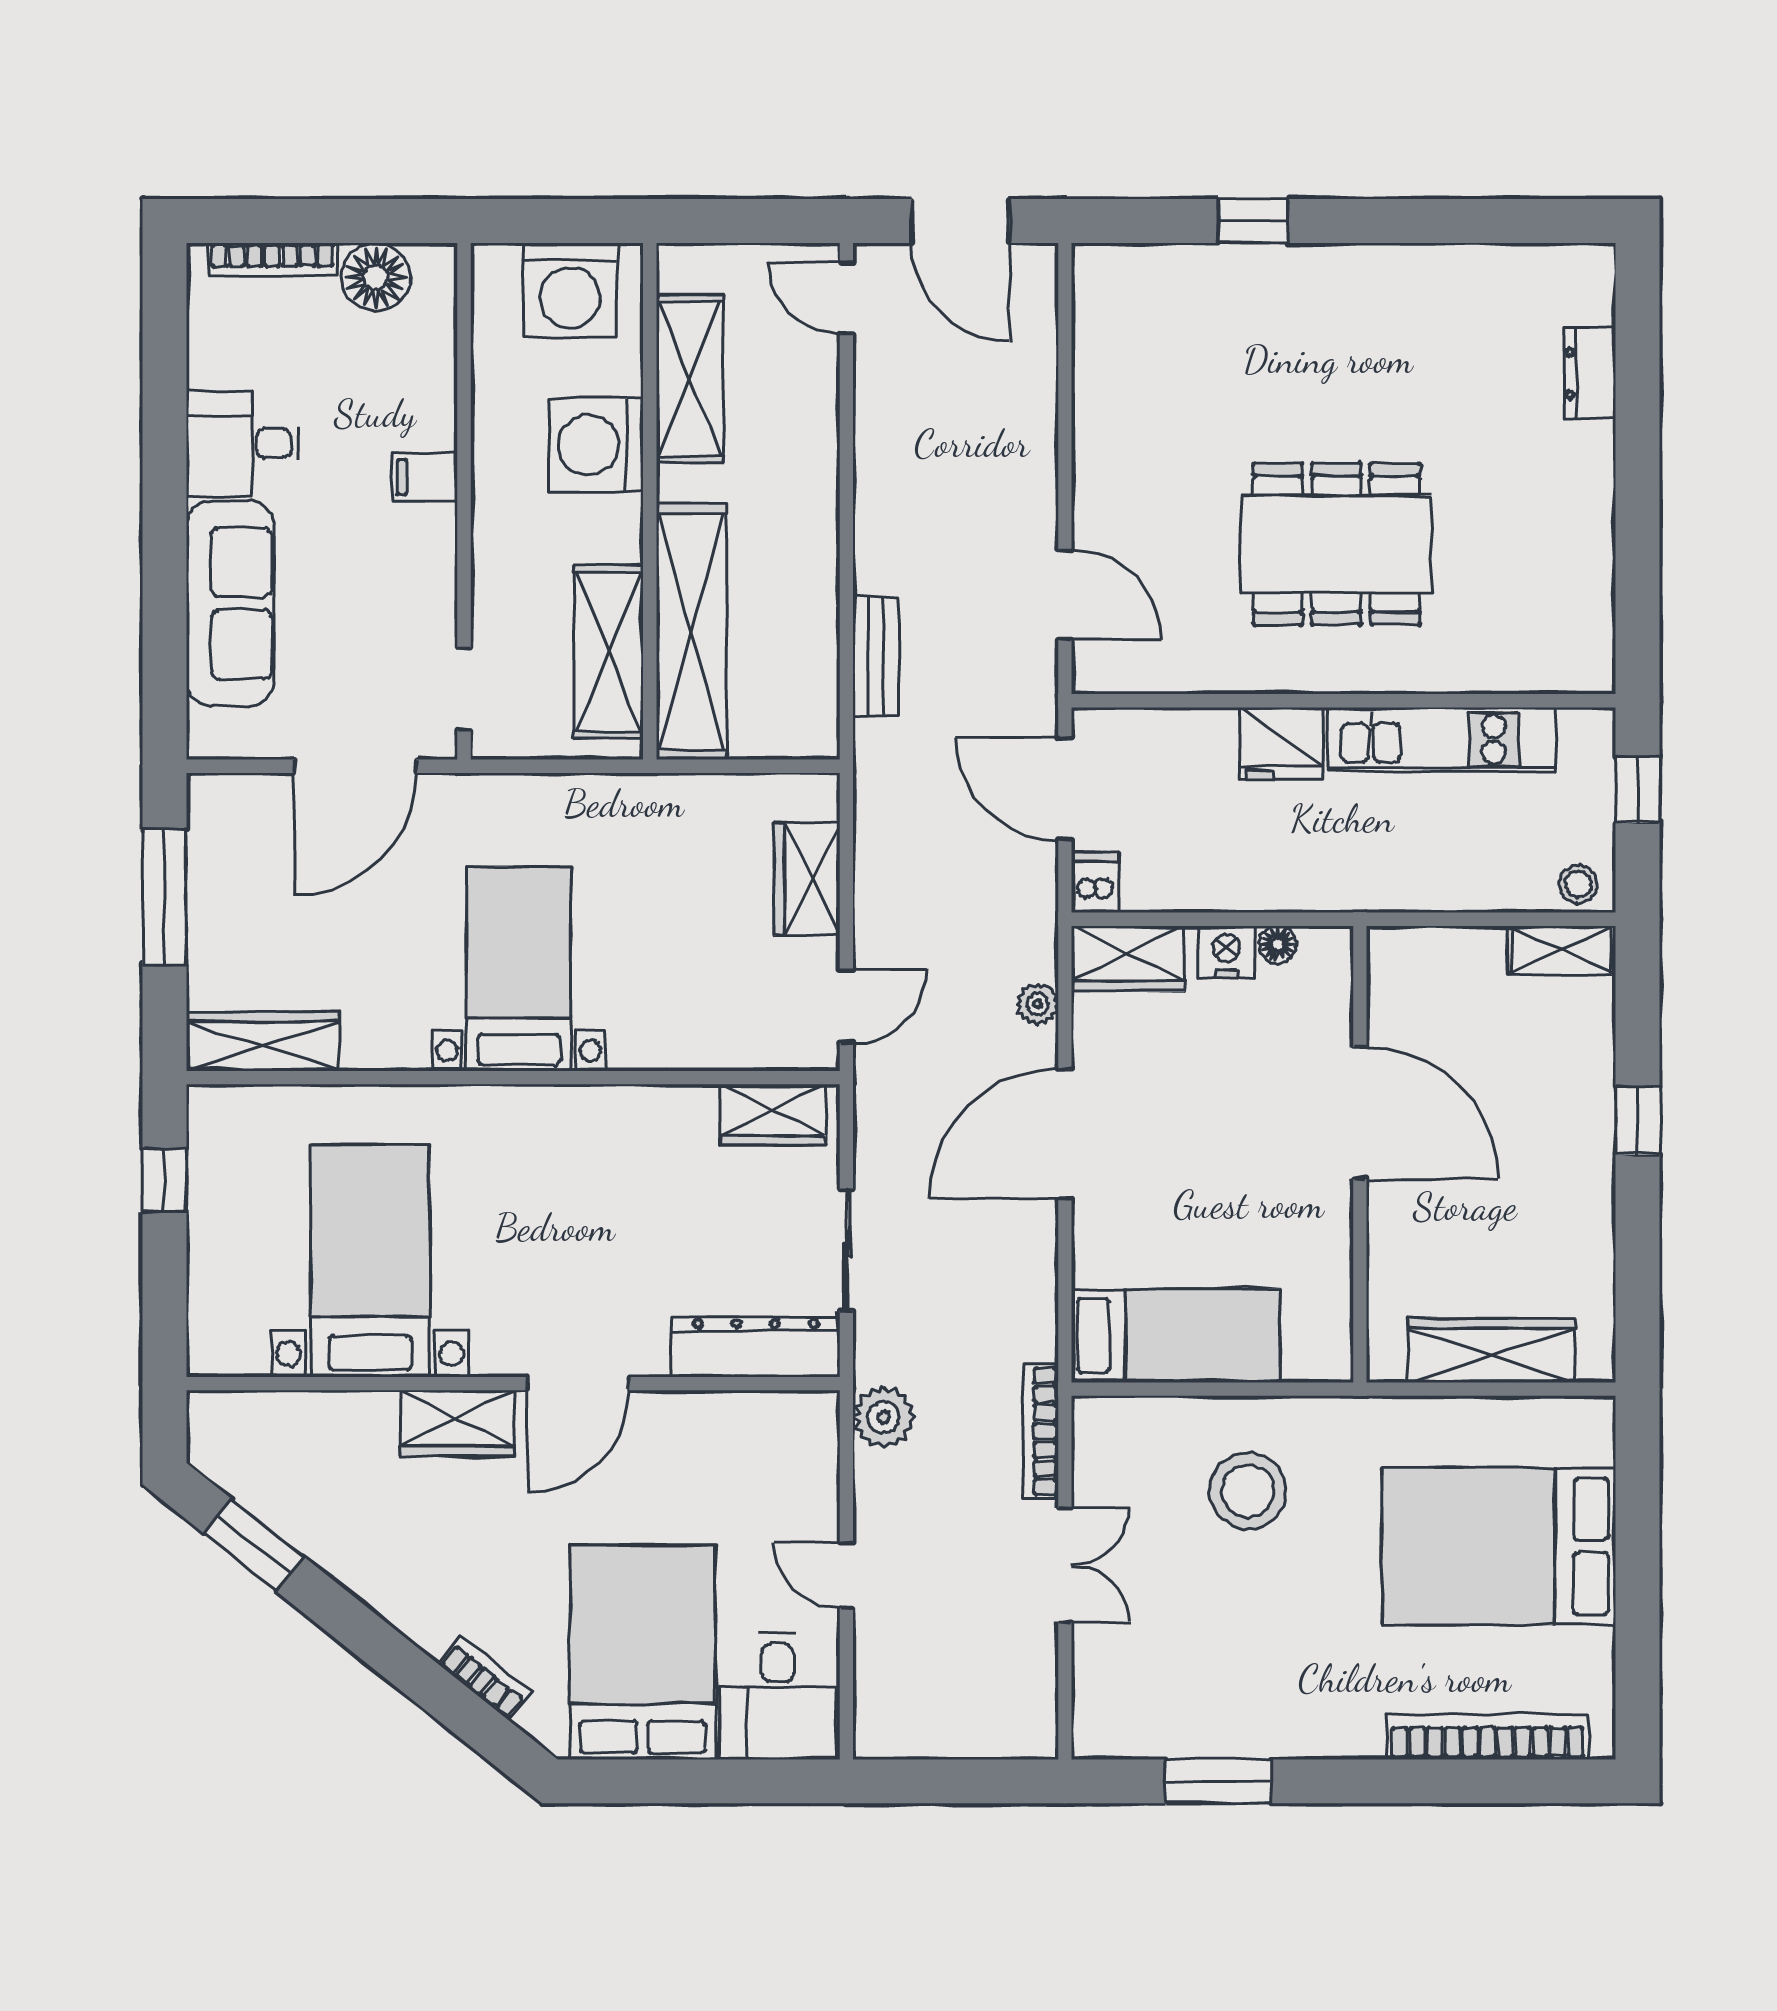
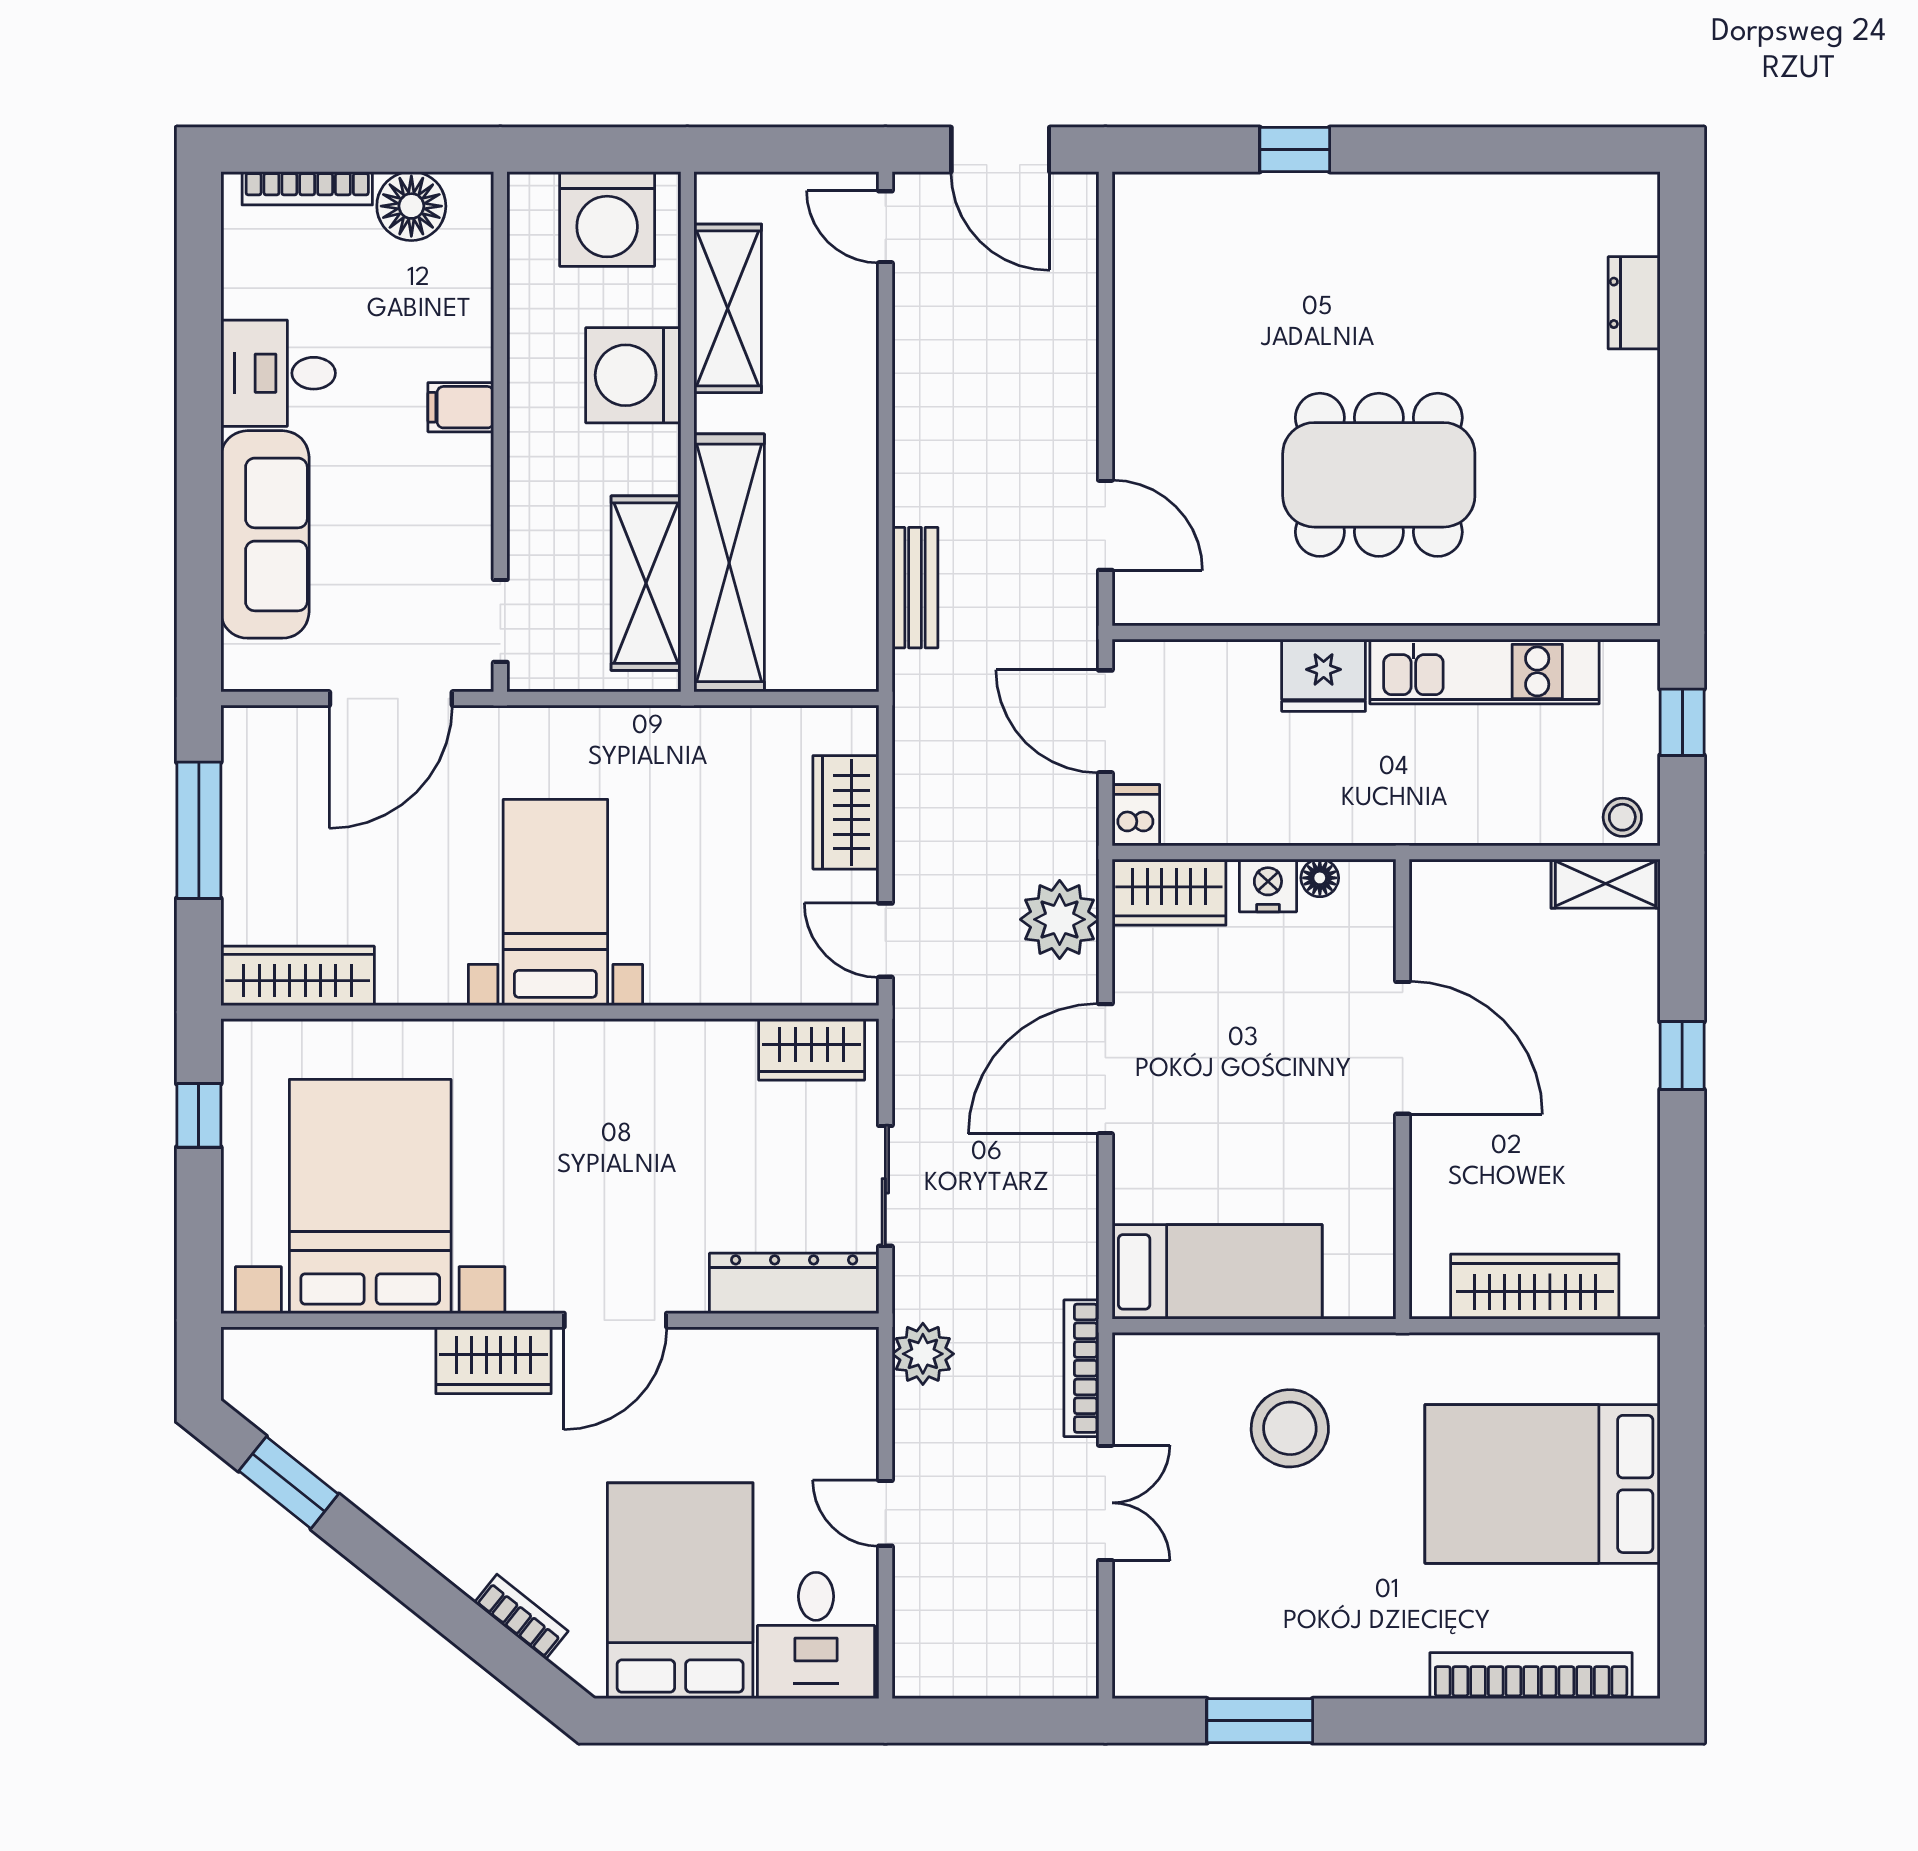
plant: (1038, 1004) -> (1060, 919), width x1.88, depth x1.88
door: (846, 1006) -> (885, 940), swing flipped
bed with nightstands: (370, 1261) -> (370, 1196), width x1.36

